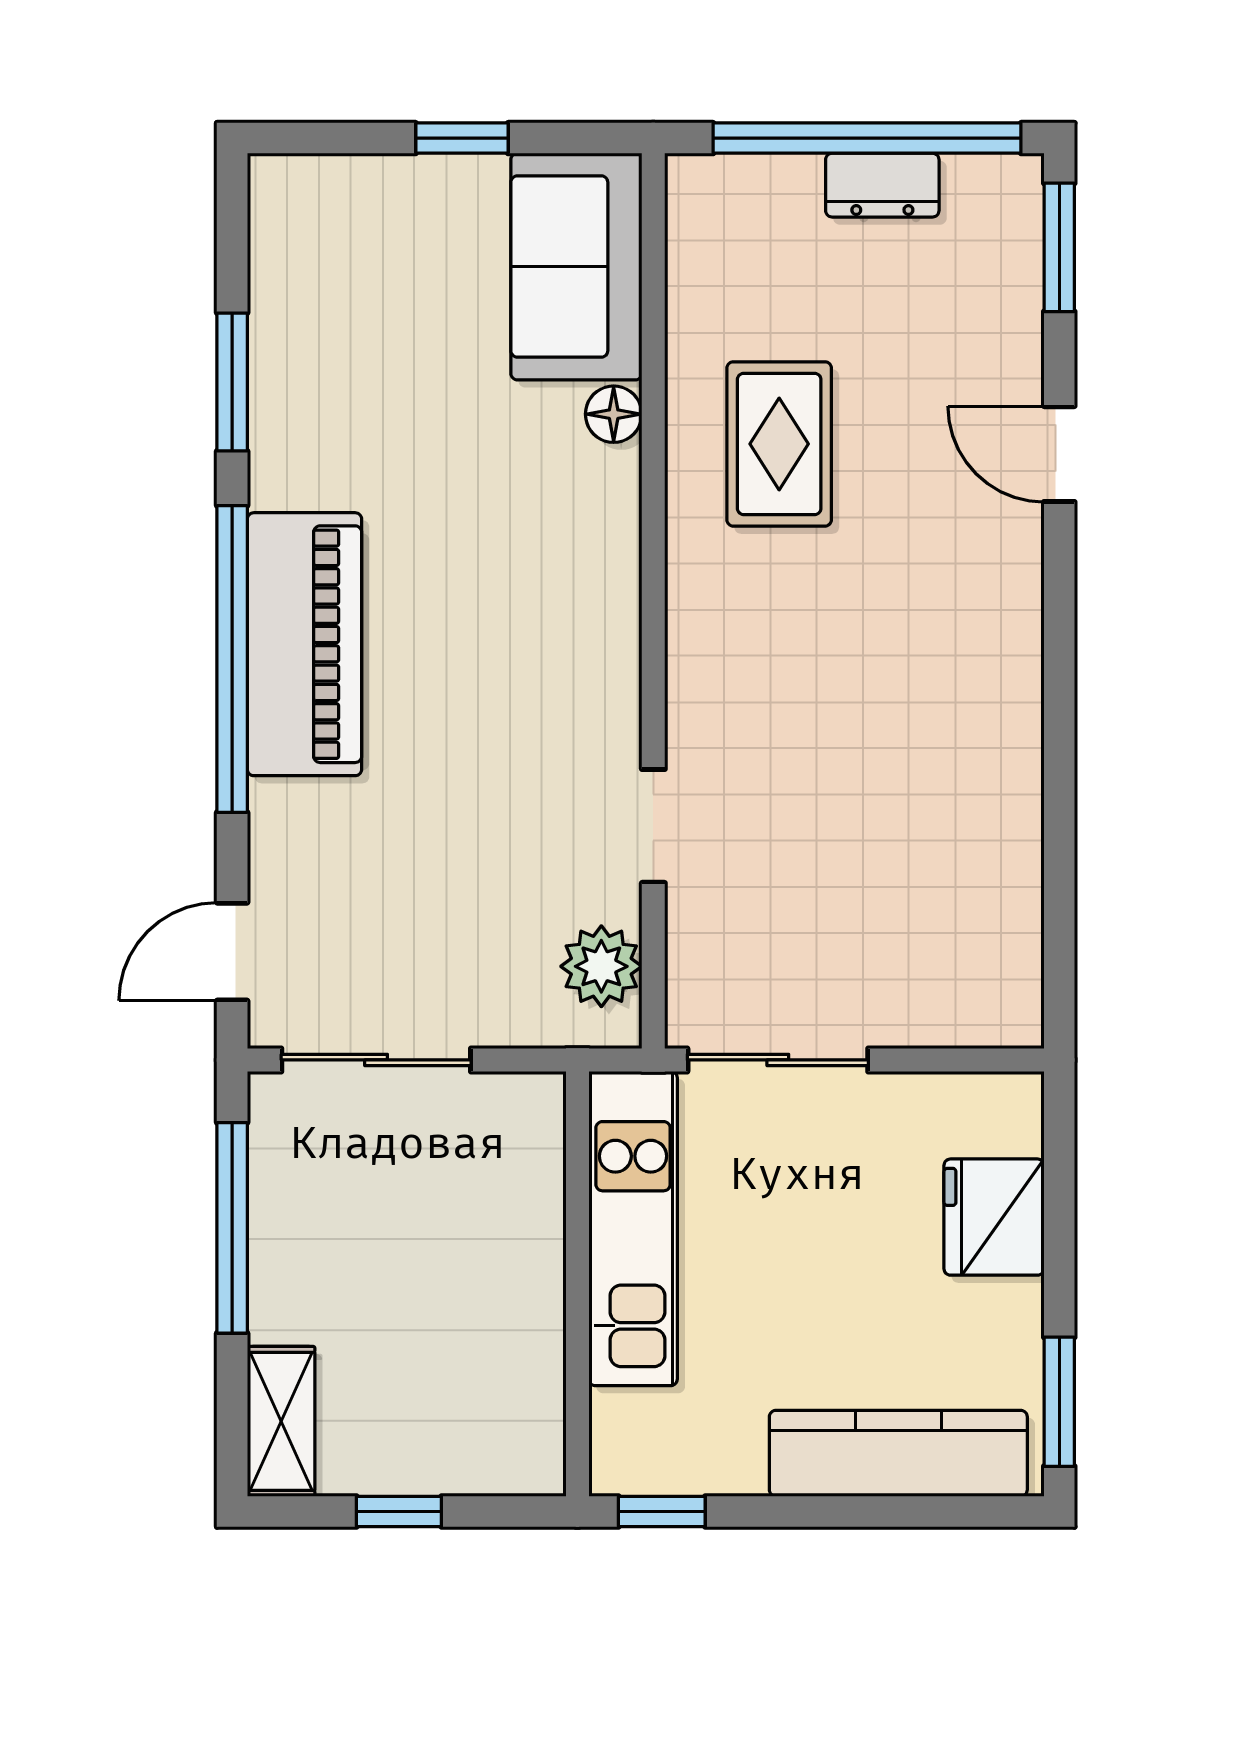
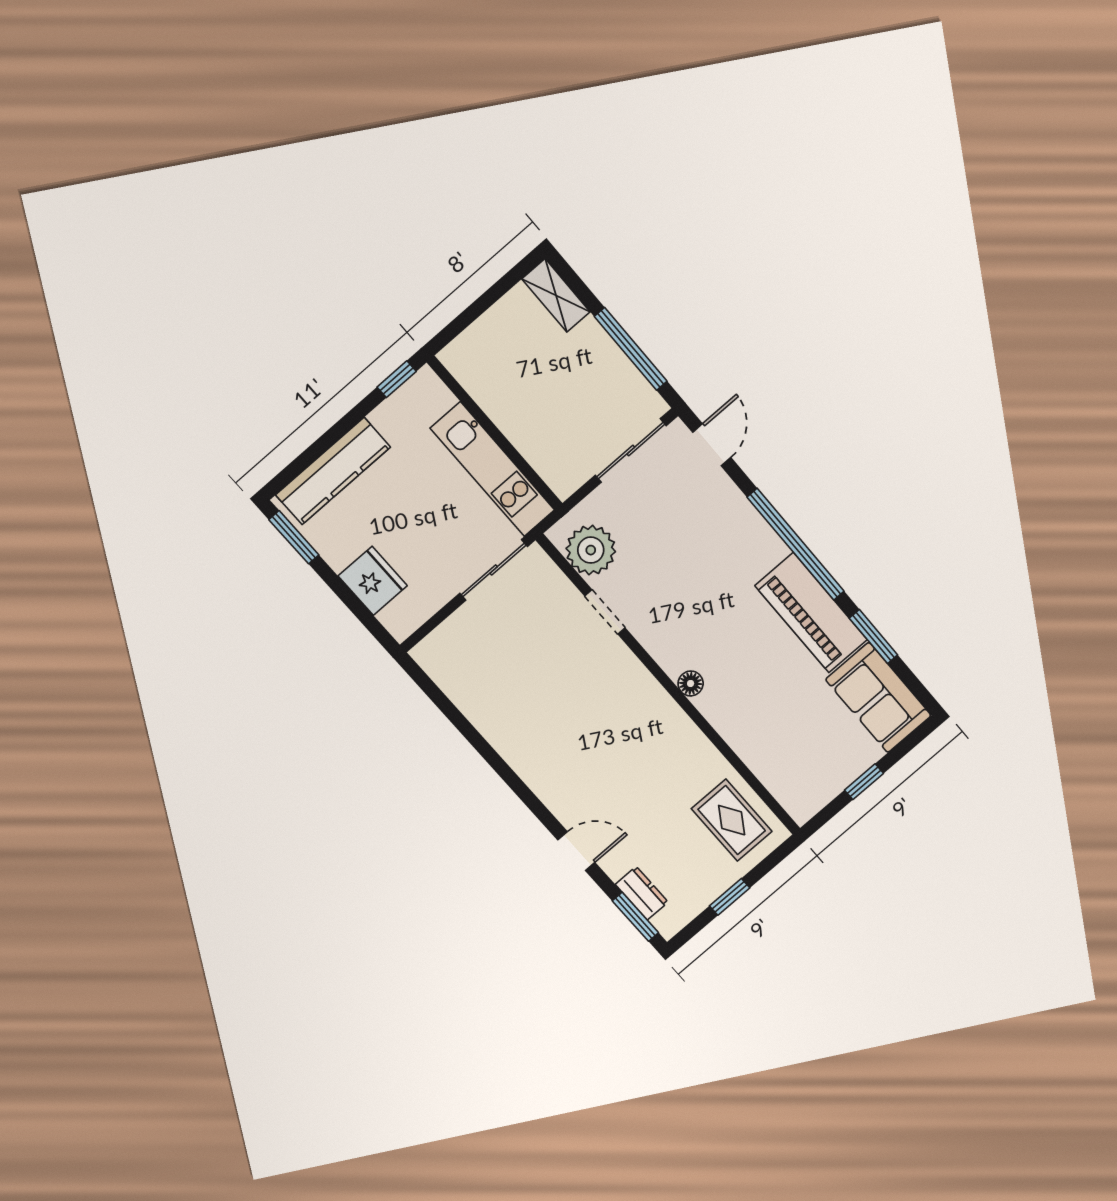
window: (867, 138) -> (730, 897), width x0.32
dresser: (882, 185) -> (642, 893), moved, turned 90
sofa: (576, 267) -> (878, 698), moved, turned 180
floor lamp: (614, 414) -> (691, 683), moved
rug: (779, 444) -> (732, 820), moved
piano: (304, 644) -> (811, 613), moved
plant: (601, 966) -> (591, 550), width x1.36, depth x1.36
window: (399, 1511) -> (488, 299), removed

